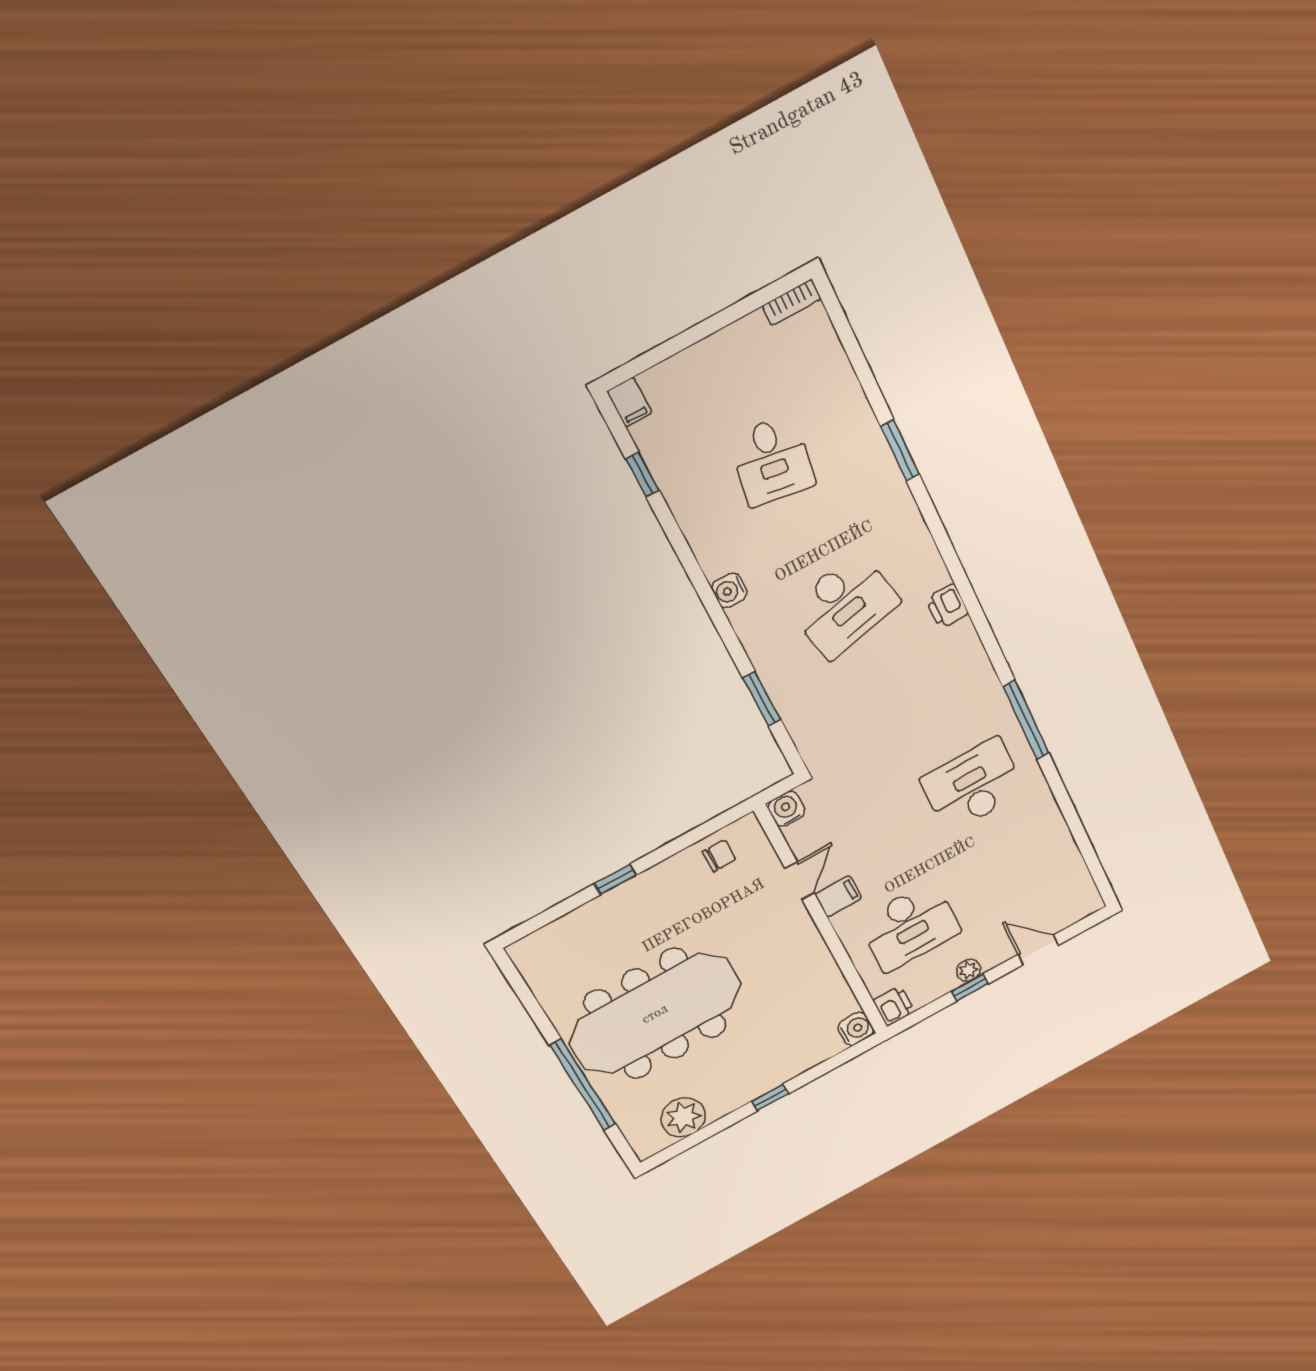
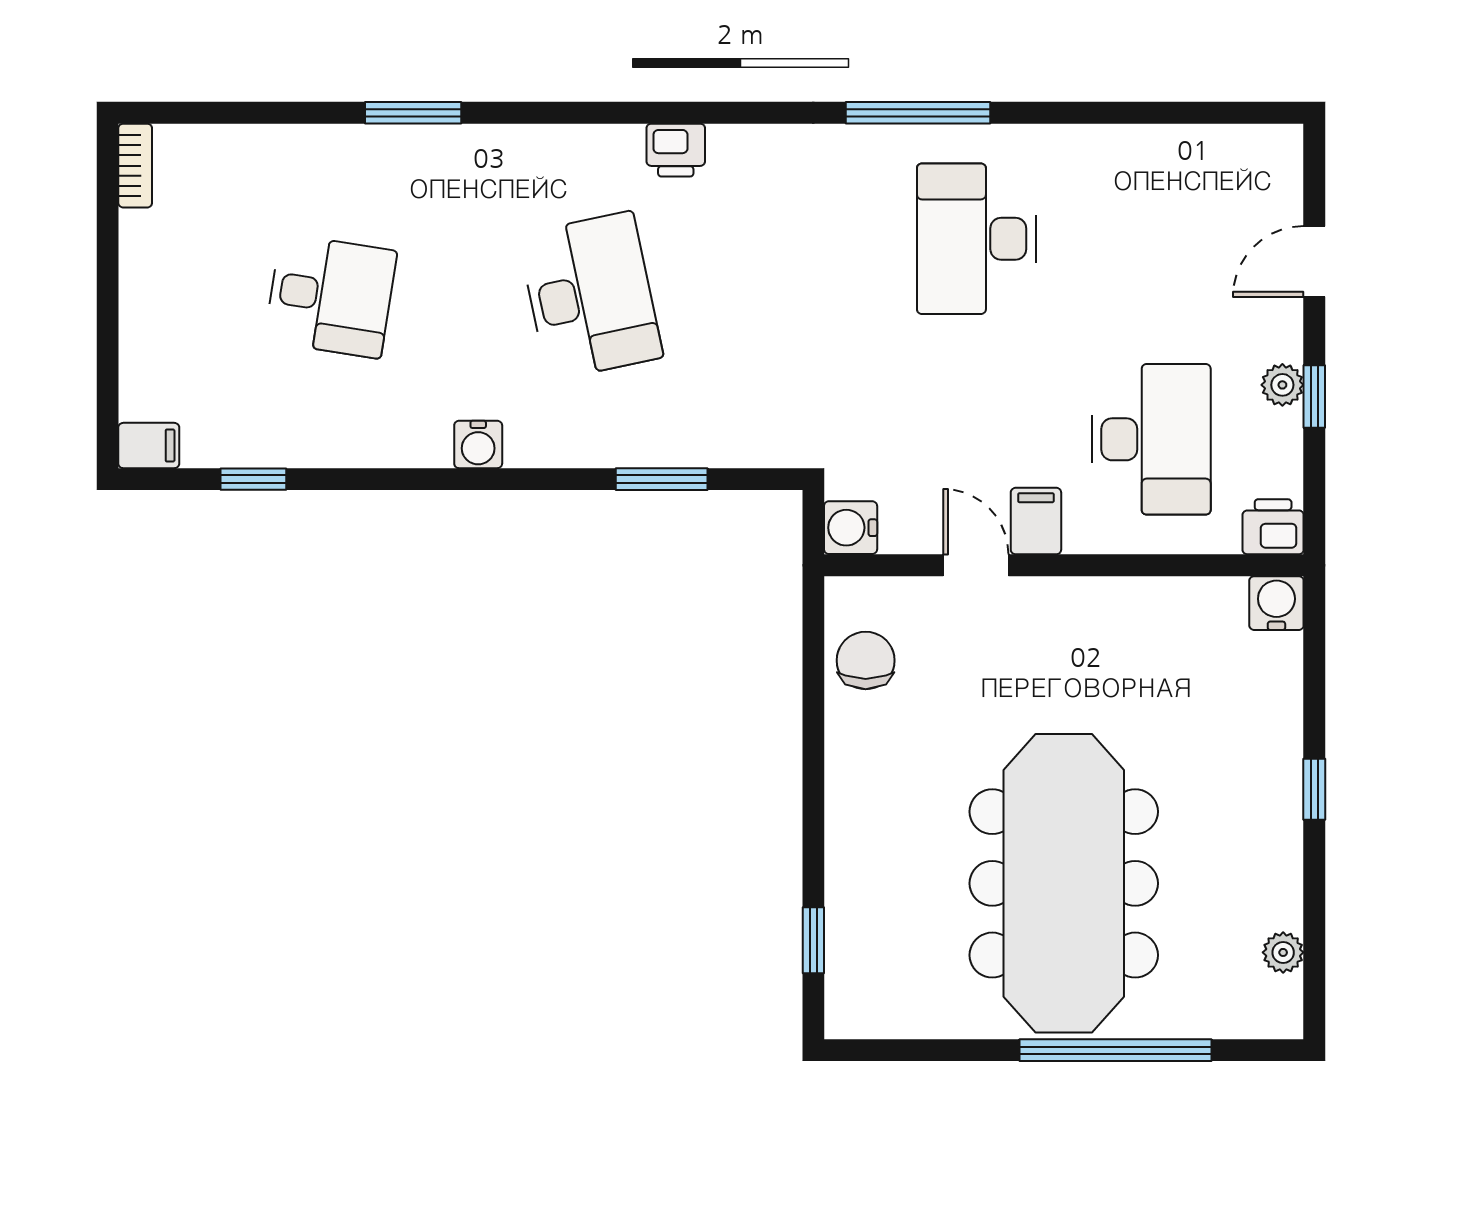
chair: (719, 856) -> (866, 660), width x1.37, depth x1.37
window: (615, 879) -> (813, 940), moved
plant: (683, 1117) -> (1283, 952), width x0.53, depth x0.53

